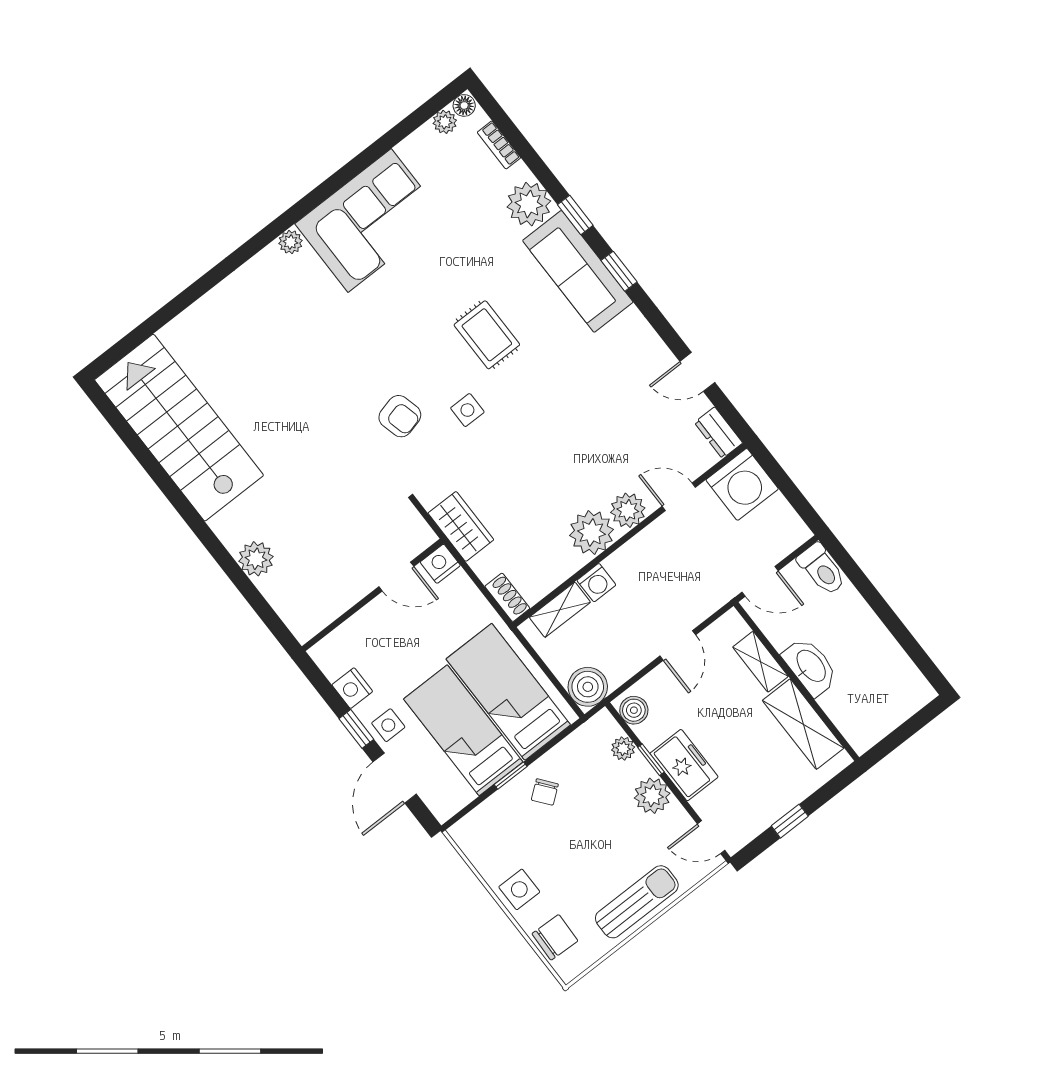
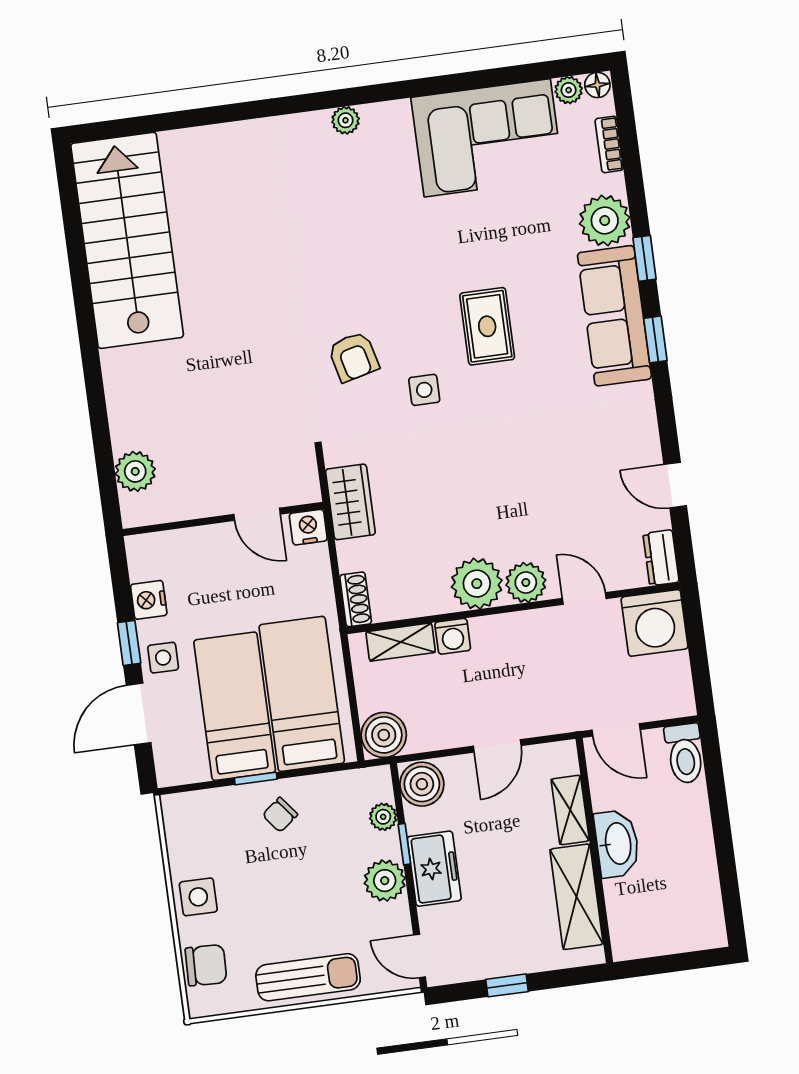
corner sofa: (370, 220) -> (487, 138), moved
plant: (256, 559) -> (135, 471), moved
boiler: (634, 710) -> (422, 784), width x1.36, depth x1.36

